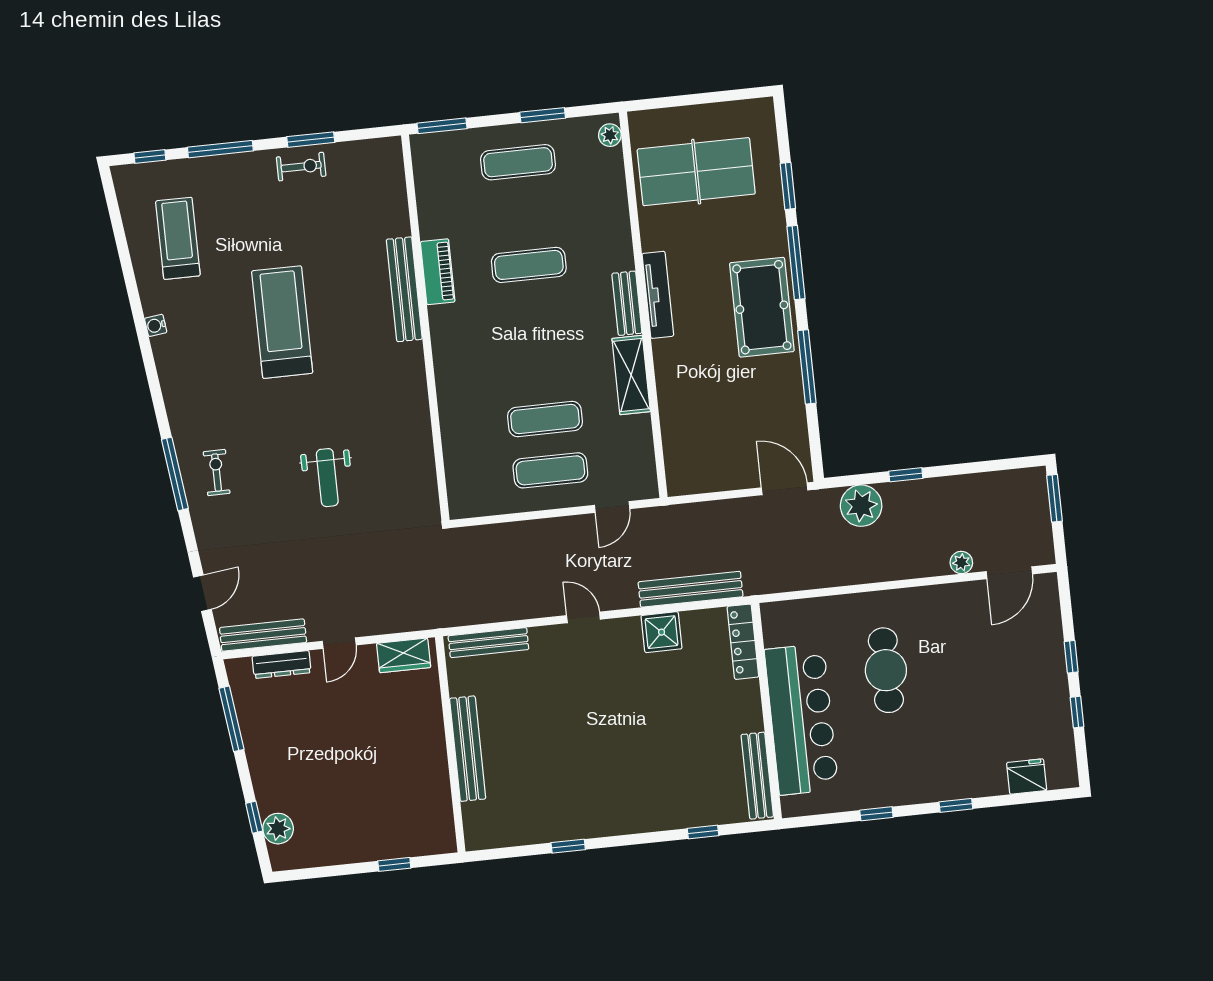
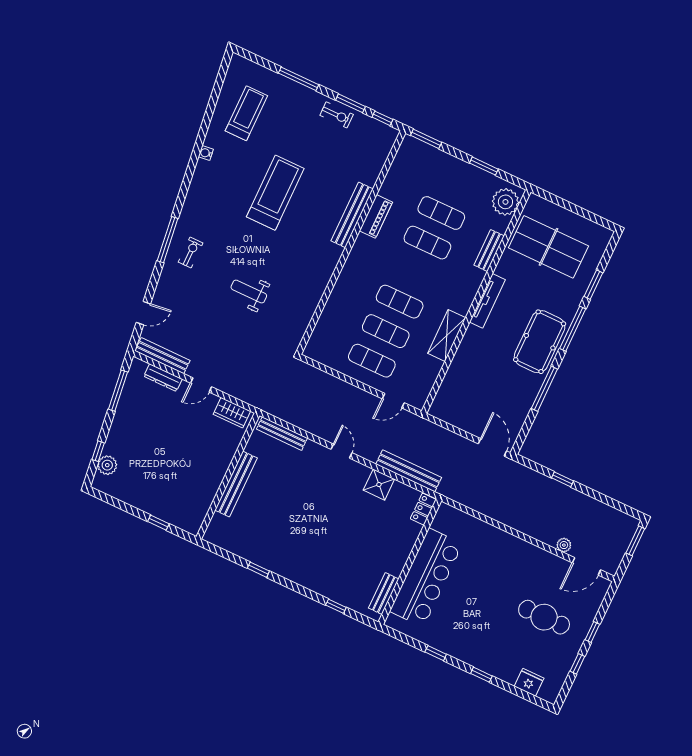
plant: (610, 135) -> (505, 202), width x1.87, depth x1.87
window: (150, 156) -> (382, 118), moved
exercise mat: (518, 162) -> (441, 213), moved
bench: (627, 303) -> (489, 250), moved
exercise mat: (540, 368) -> (400, 302), added
weight bench: (327, 478) -> (249, 292), turned 90
plant: (861, 506) -> (528, 481), removed
locker: (743, 642) -> (423, 509), width x0.66
cafe table: (886, 670) -> (544, 617), moved, turned 90
bench: (757, 776) -> (384, 594), width x0.73

